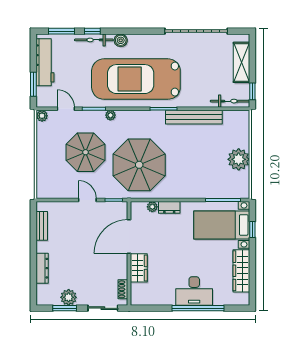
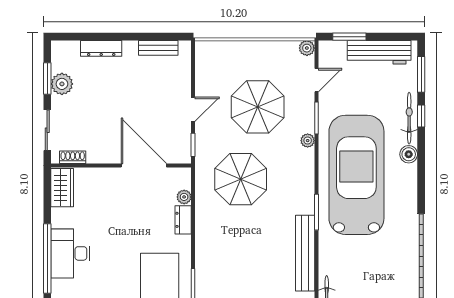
parasol: (139, 165) -> (241, 179), width x0.73, depth x0.73
wardrobe: (139, 268) -> (62, 188), moved, turned -90

